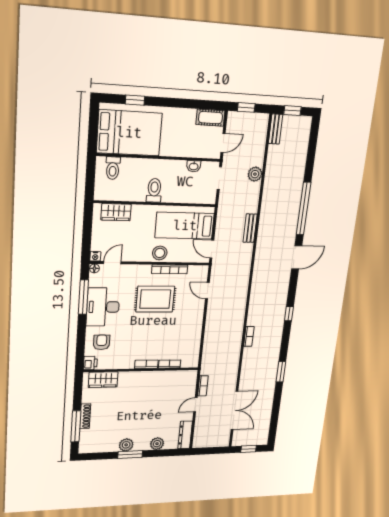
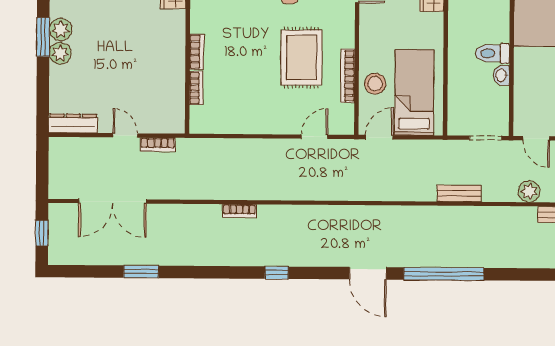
washbasin: (194, 166) -> (501, 75), moved
plant: (255, 174) -> (529, 191), moved
toilet: (154, 190) -> (493, 53), moved, turned 180
bench: (250, 228) -> (459, 193), moved
stool: (160, 253) -> (375, 84), moved
window: (281, 372) -> (141, 272), moved
plant: (157, 444) -> (60, 53), moved

